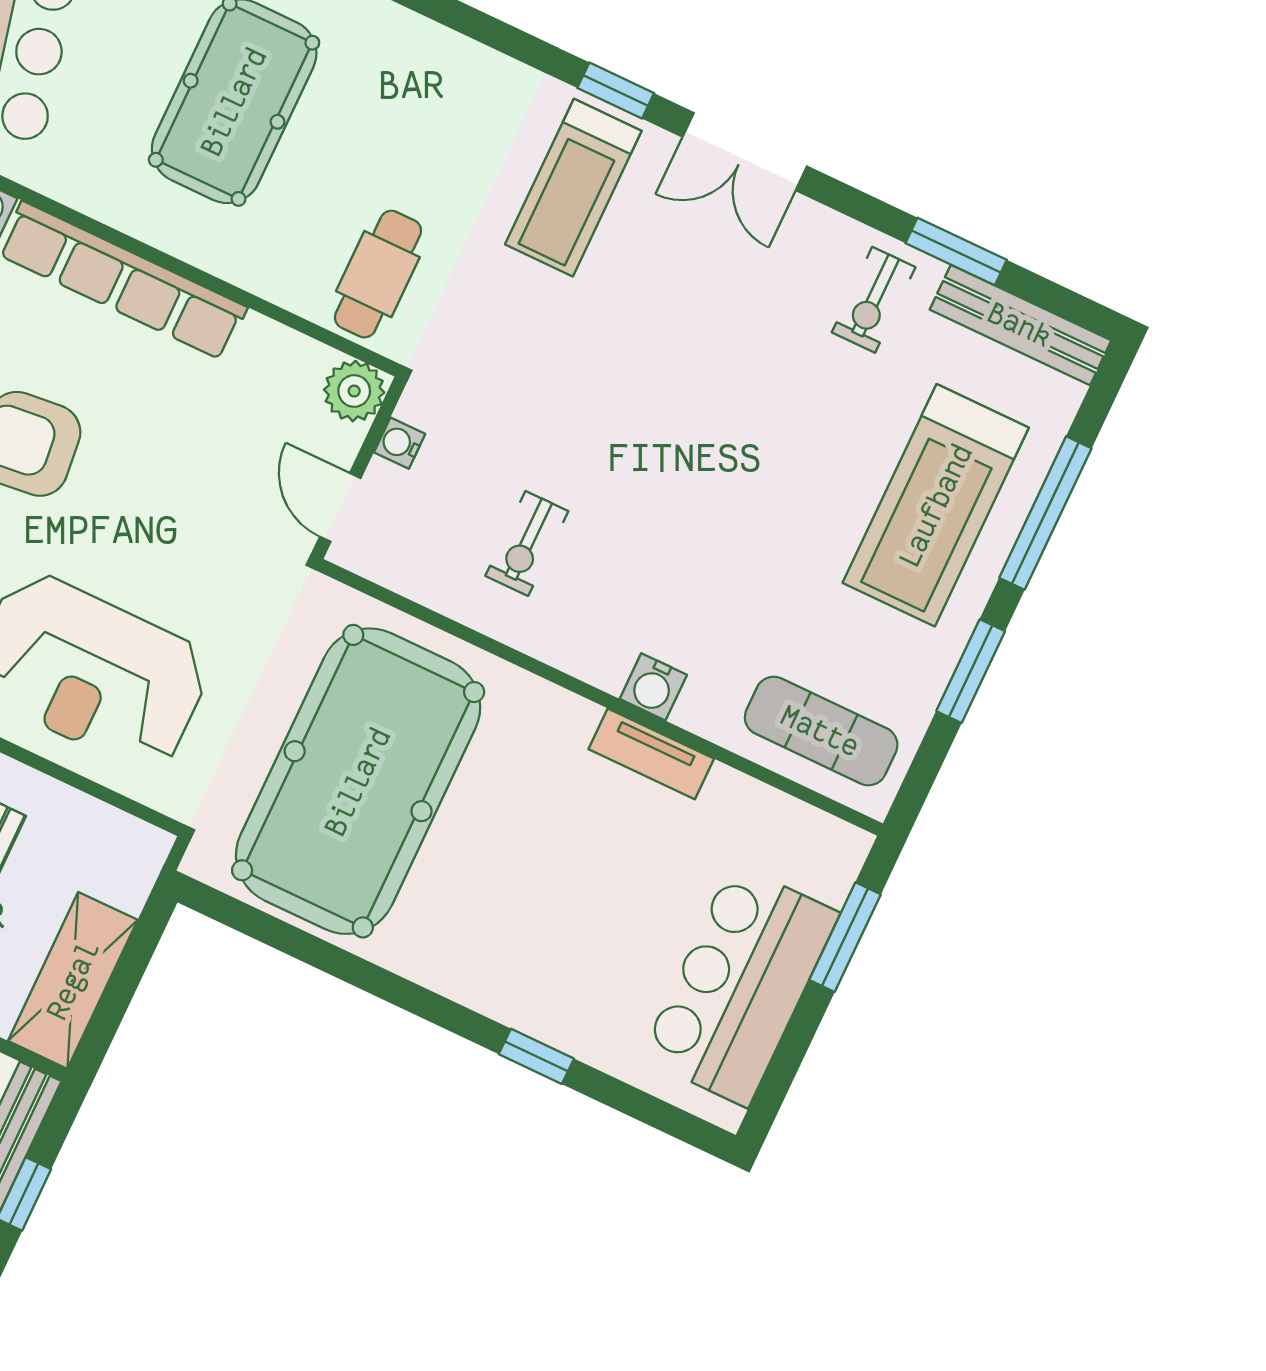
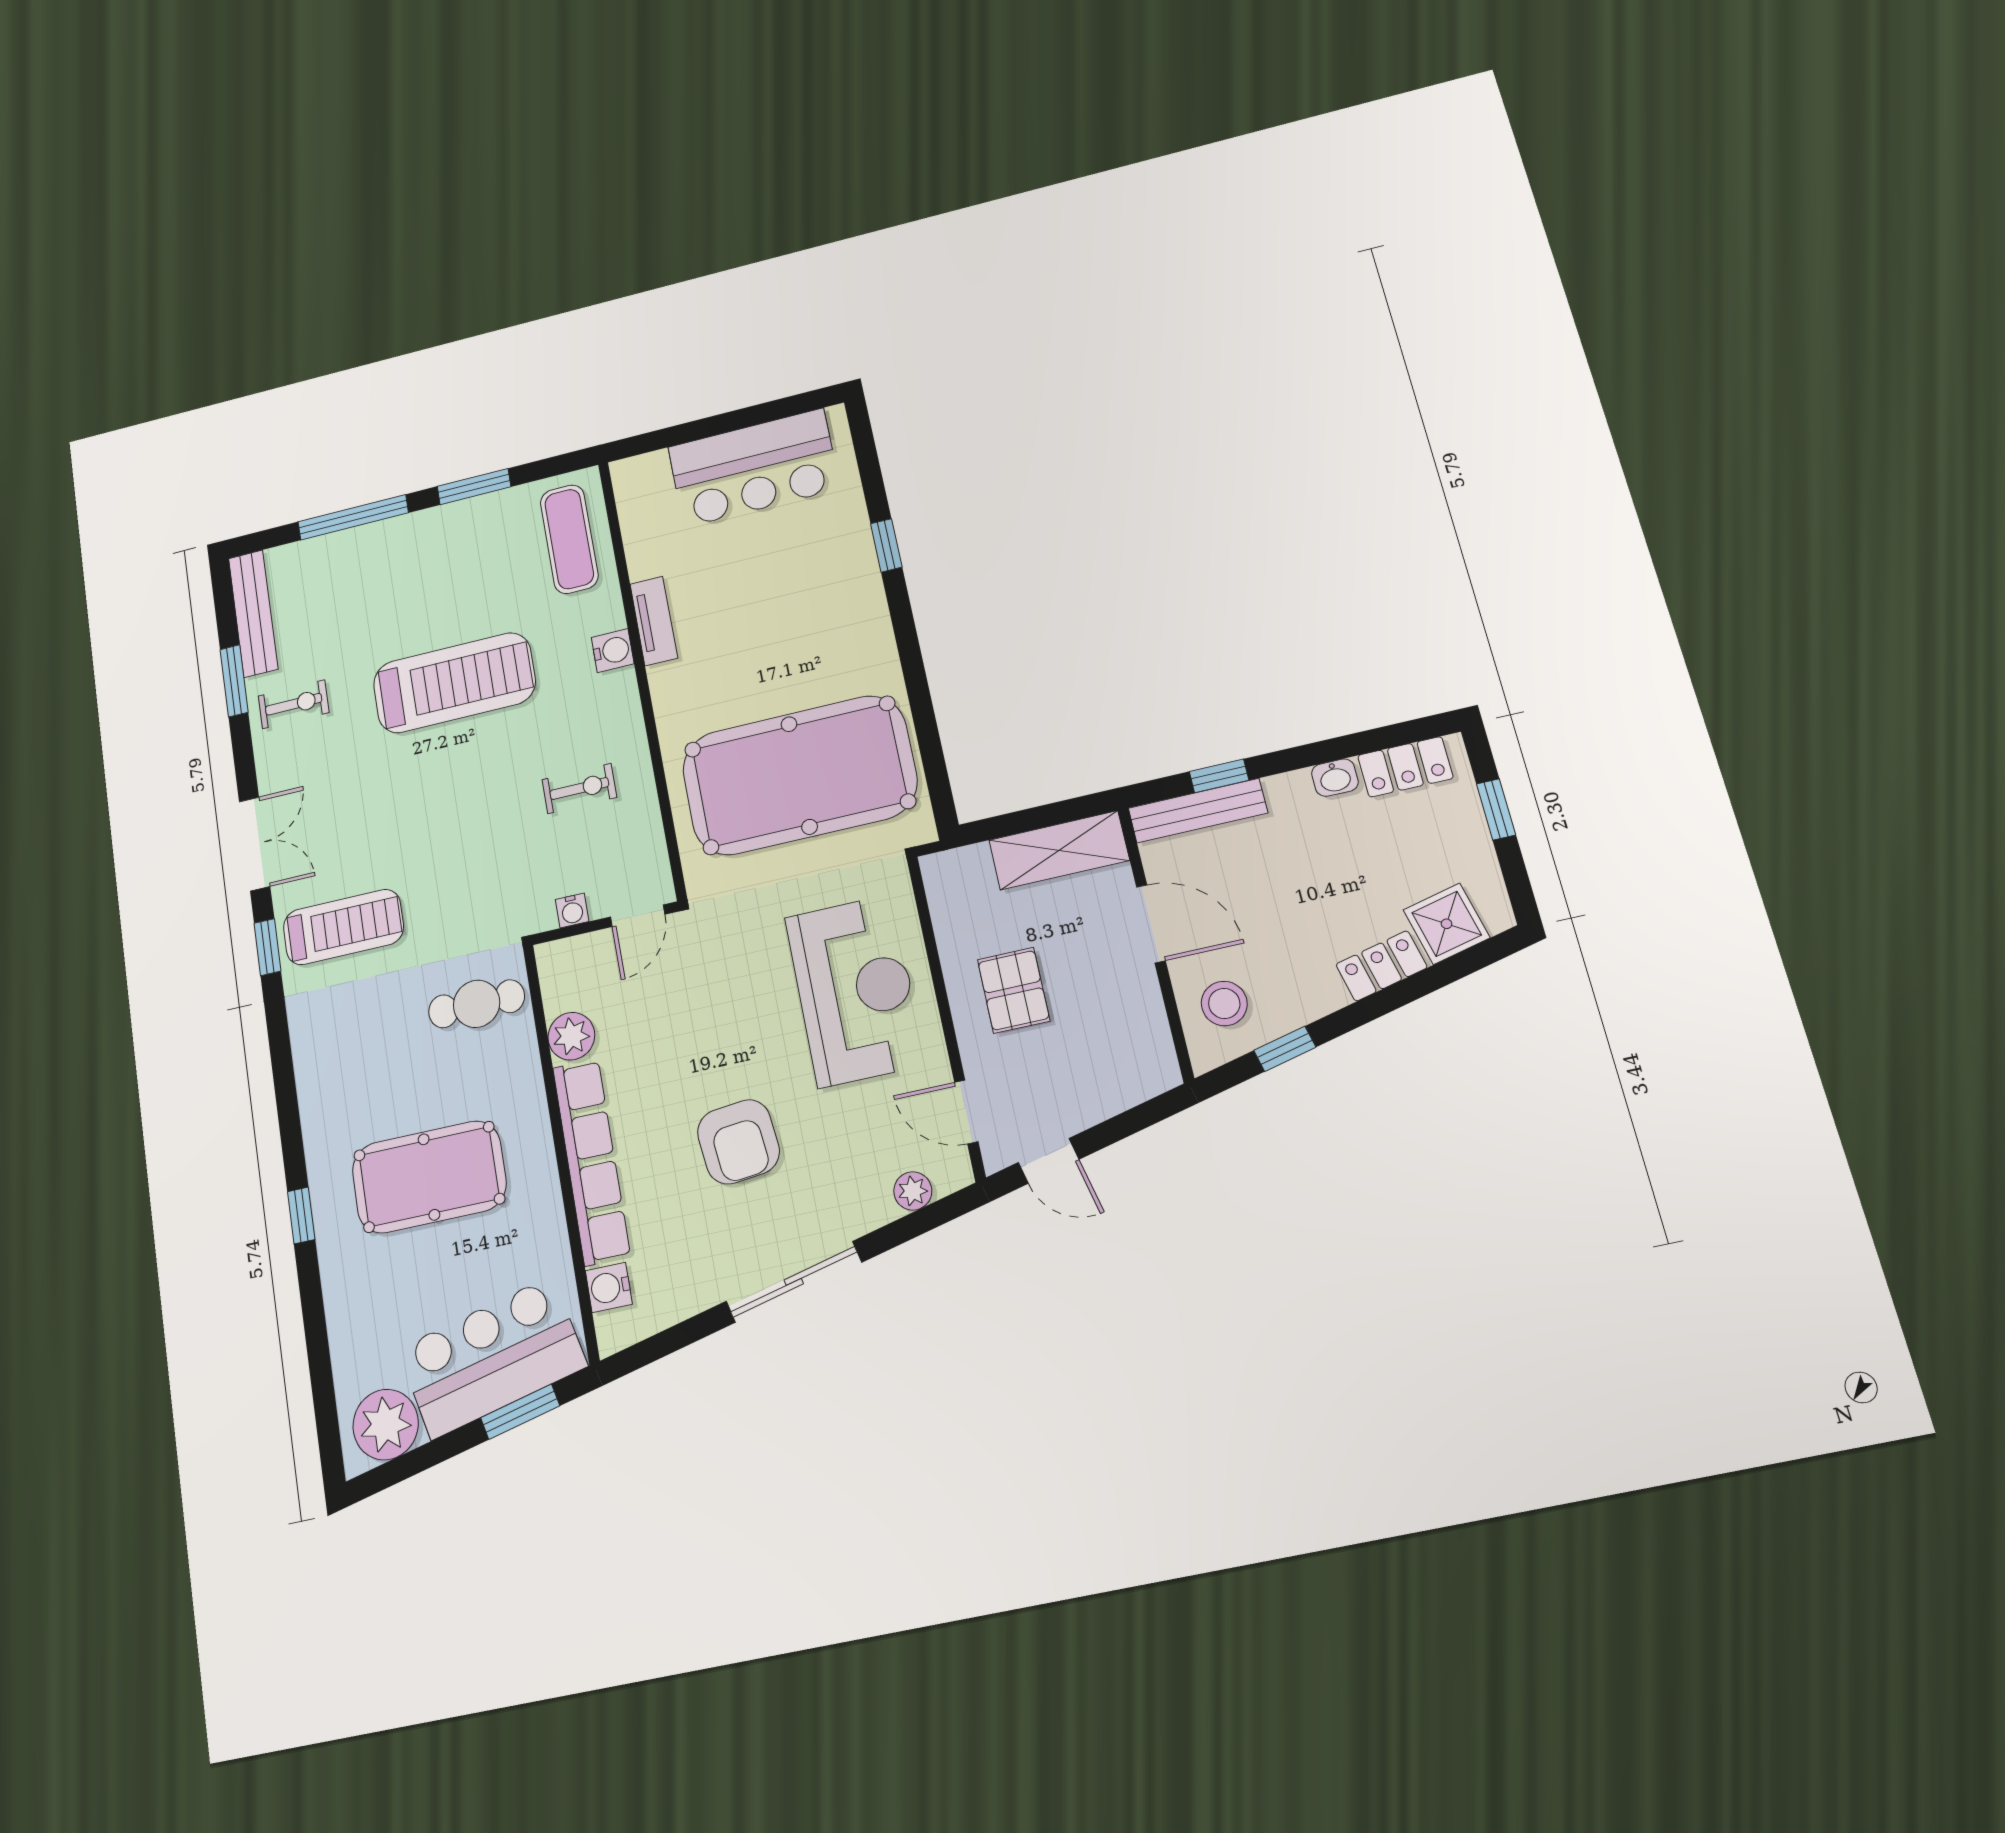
plant: (354, 391) -> (571, 1036), moved
treadmill: (936, 505) -> (454, 683), moved
window: (845, 937) -> (681, 434), removed

